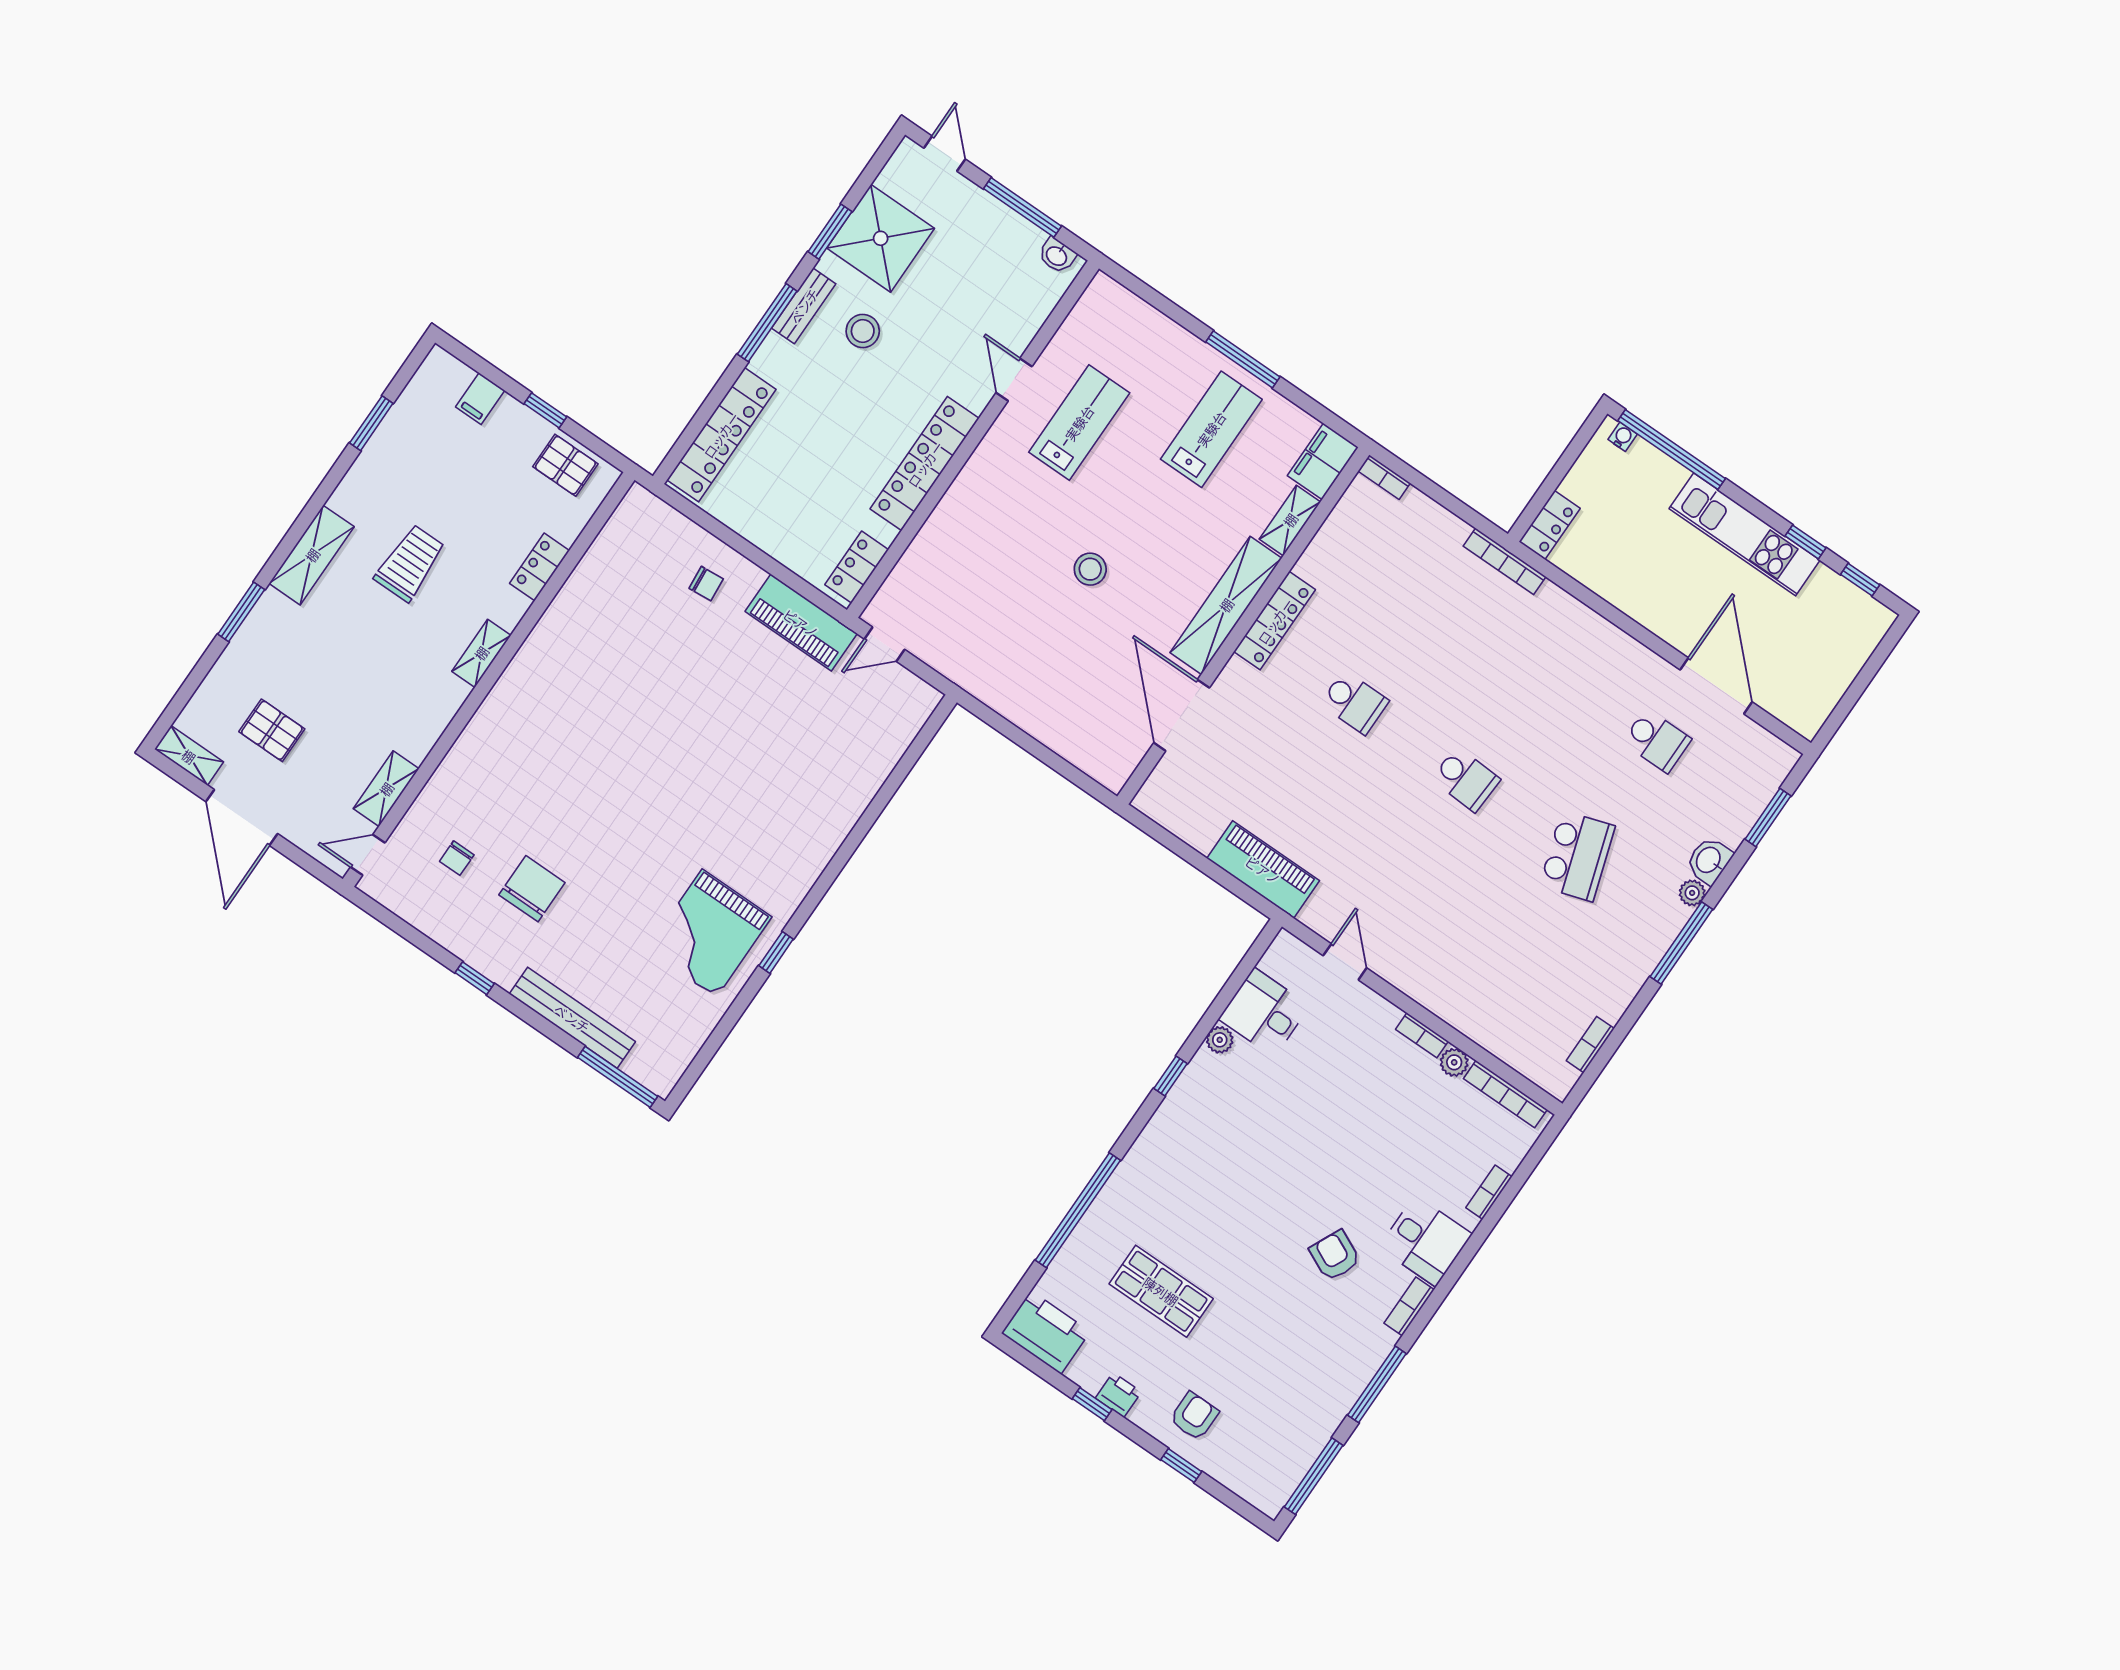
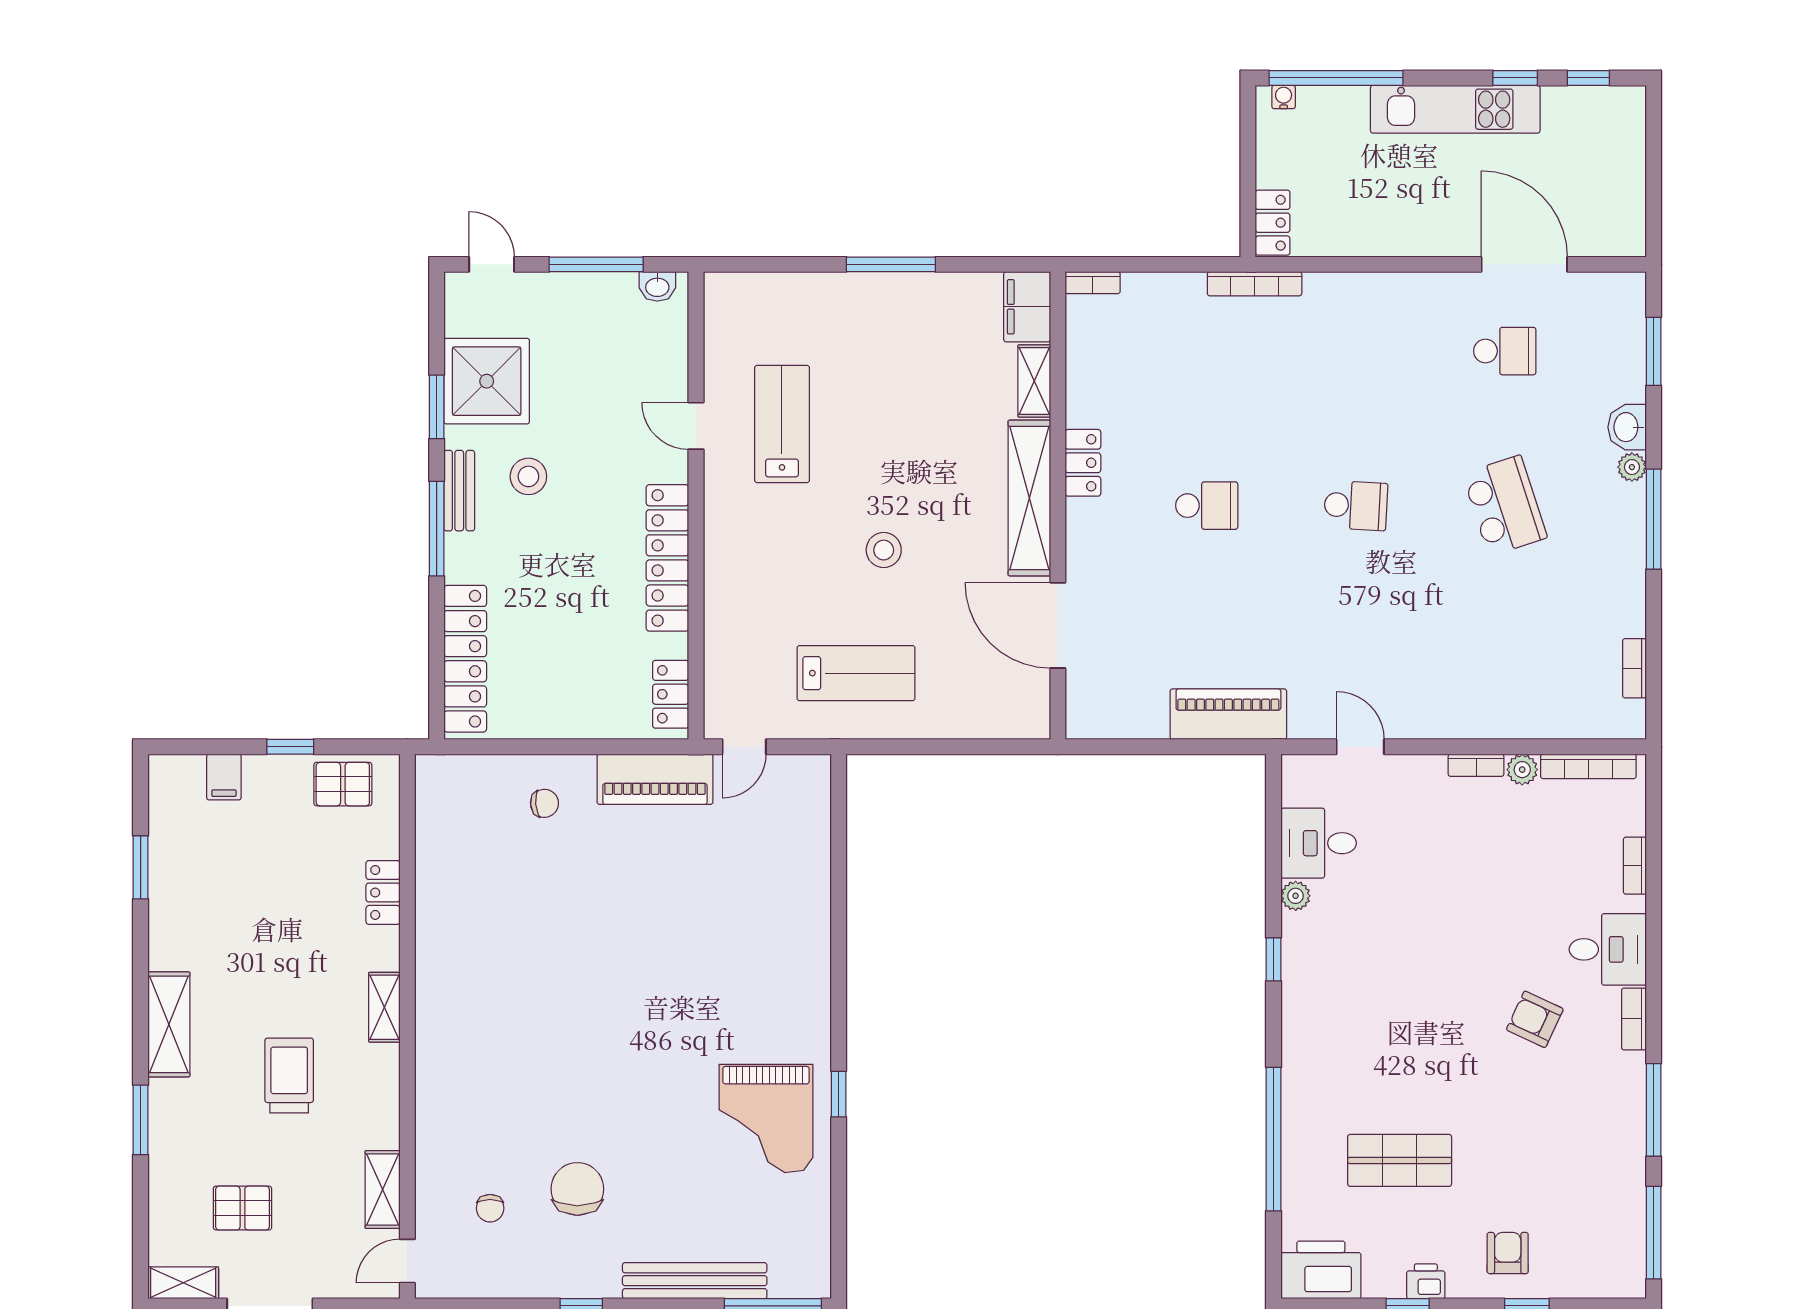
lab bench: (1211, 429) -> (856, 673), moved, turned 90
trolley: (410, 563) -> (289, 1076), moved
locker: (1275, 621) -> (1083, 463), width x0.66

